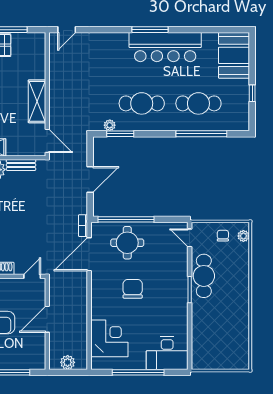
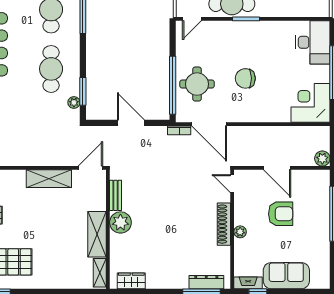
corner desk: (109, 338) -> (311, 103), moved
plant: (68, 362) -> (322, 159), moved

